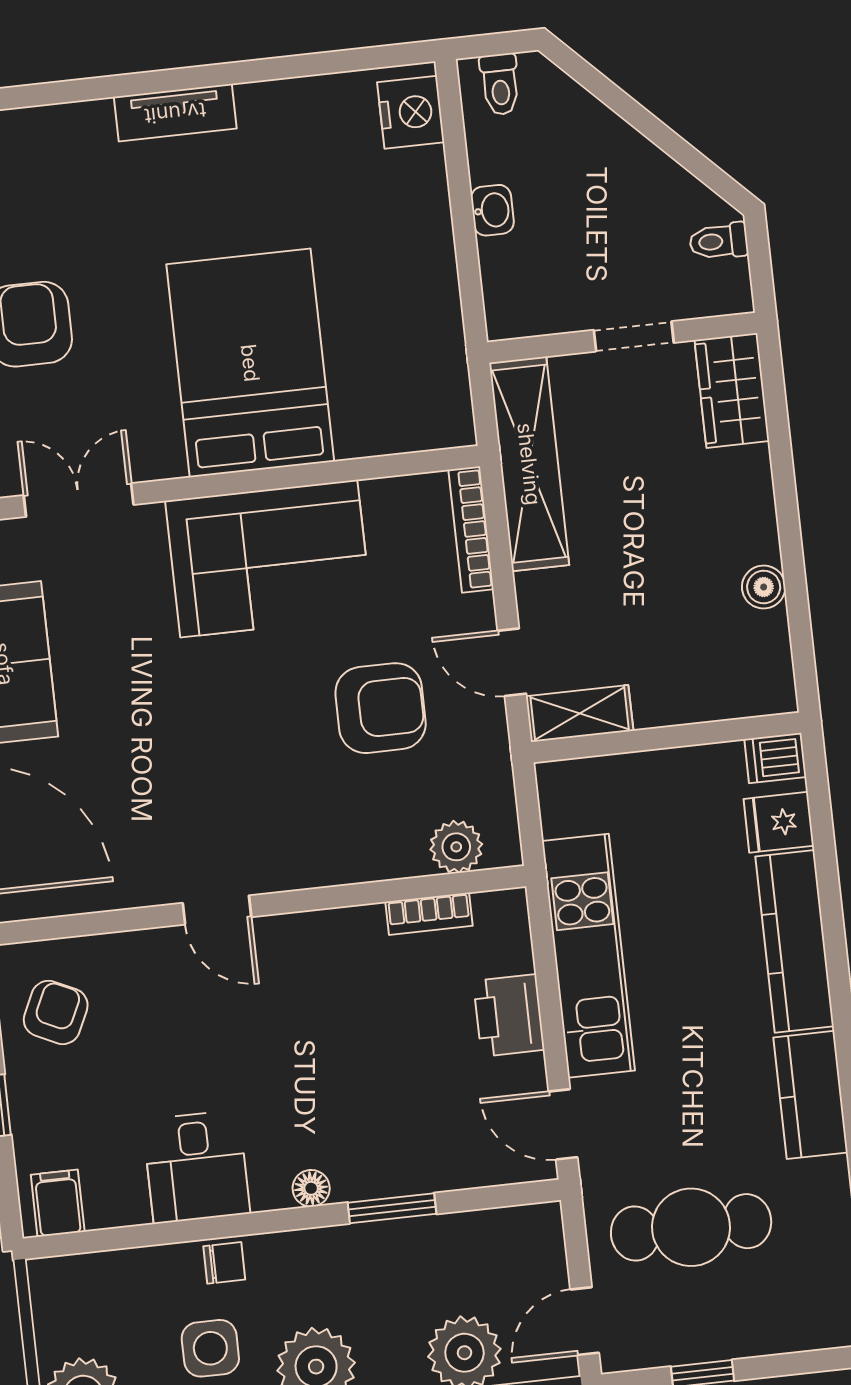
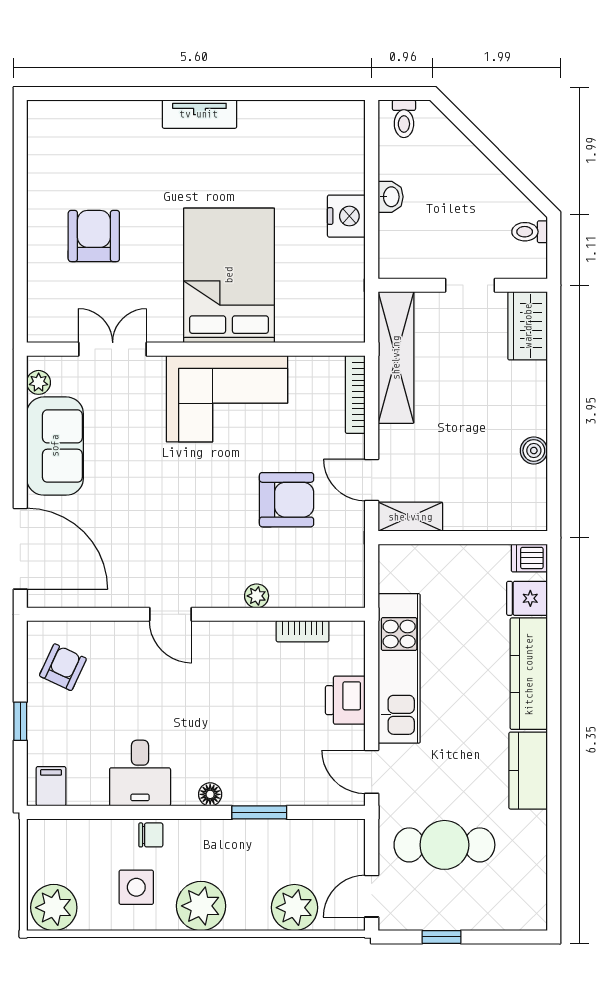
nightstand: (411, 112) -> (346, 216), moved
plant: (456, 847) -> (257, 596), moved, width x0.73, depth x0.73

